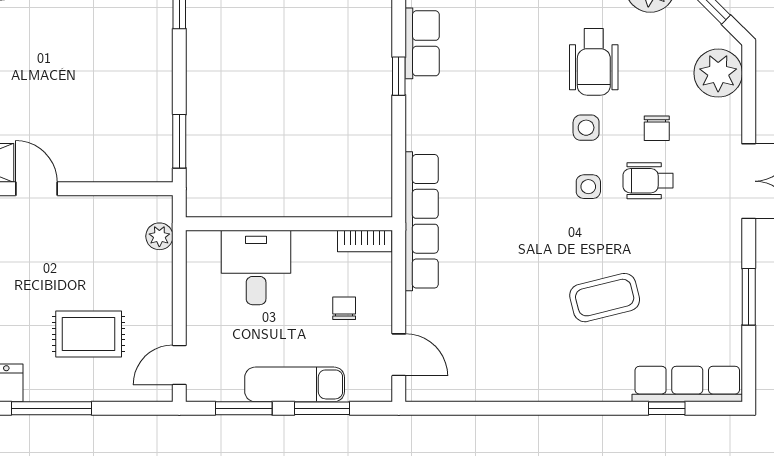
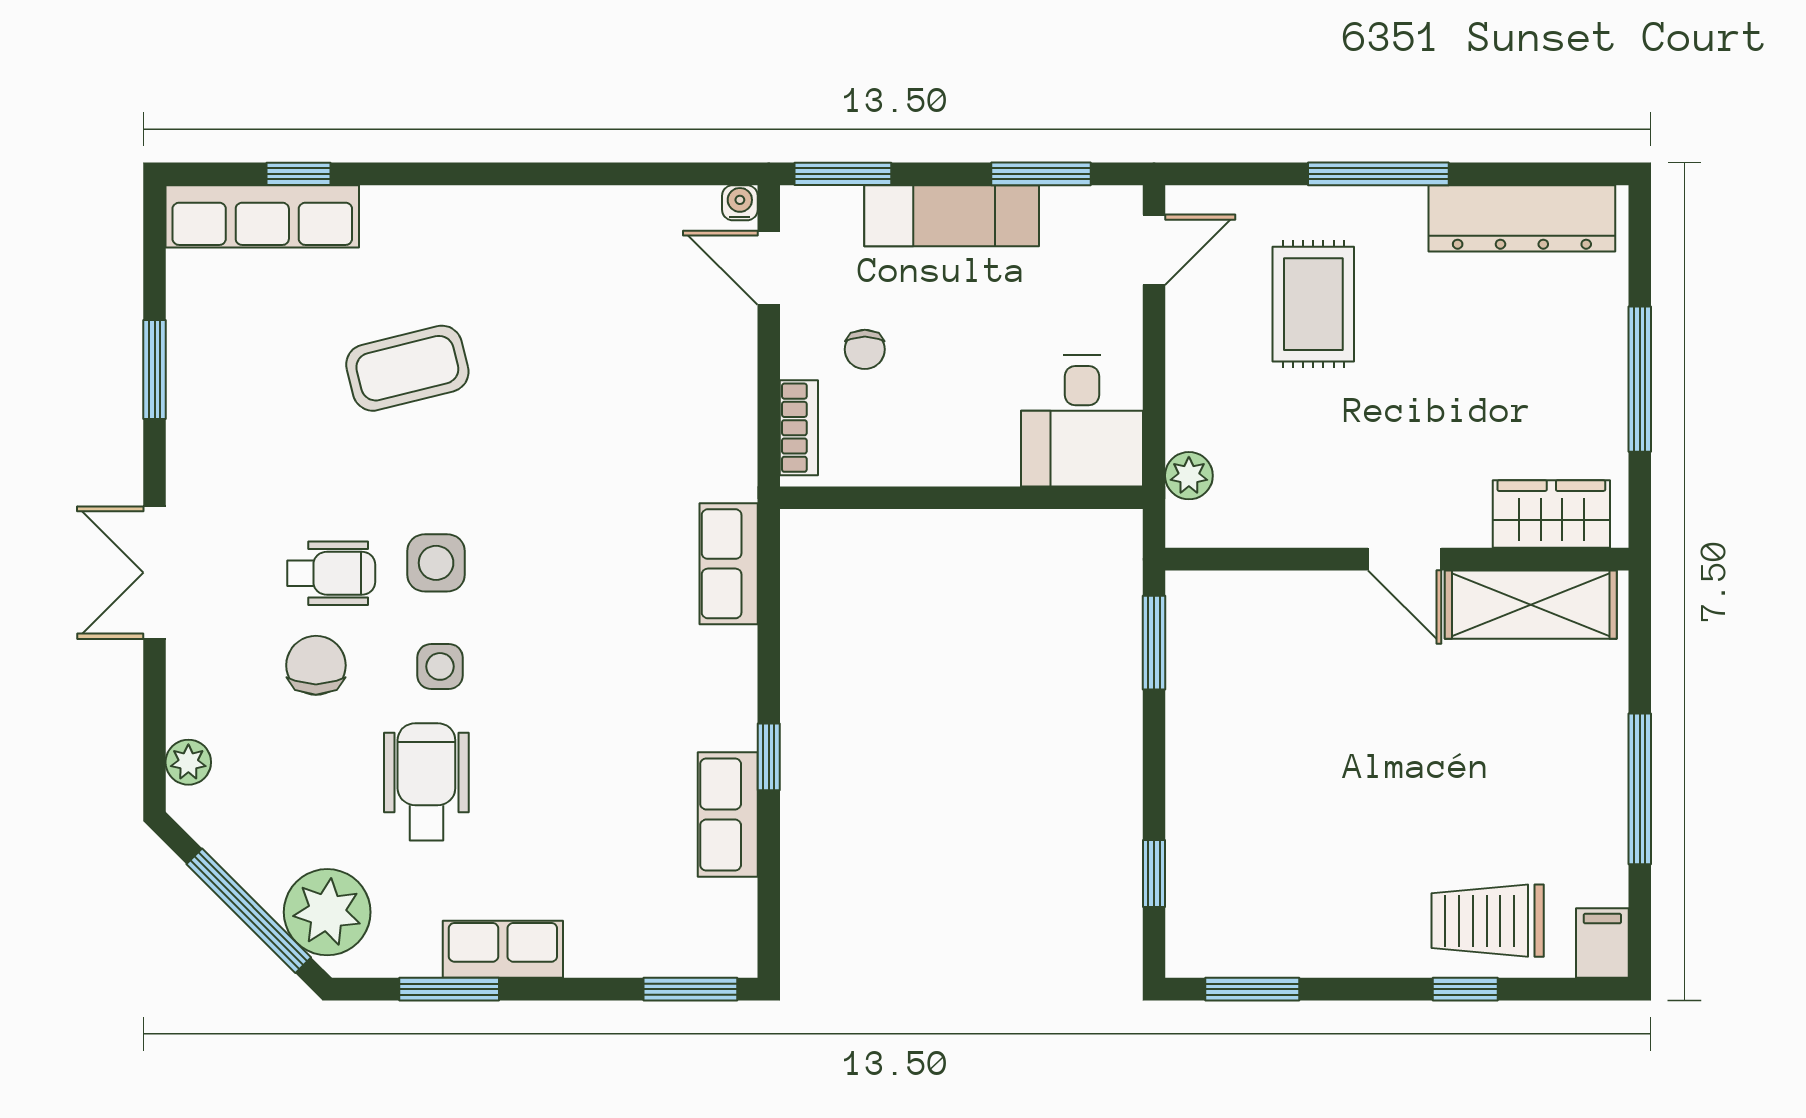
plant: (718, 73) -> (188, 762), width x0.53, depth x0.53
chair: (657, 128) -> (316, 665), width x1.37, depth x1.37
side table: (588, 187) -> (436, 563), width x1.37, depth x1.37
row of seats: (422, 221) -> (729, 564), width x0.50
bookcase: (365, 241) -> (799, 428), moved, turned 90
desk: (256, 267) -> (1082, 421), moved
rug: (89, 334) -> (1313, 304), turned 90
water cooler: (415, 392) -> (740, 203), added
window: (322, 408) -> (843, 174), moved

